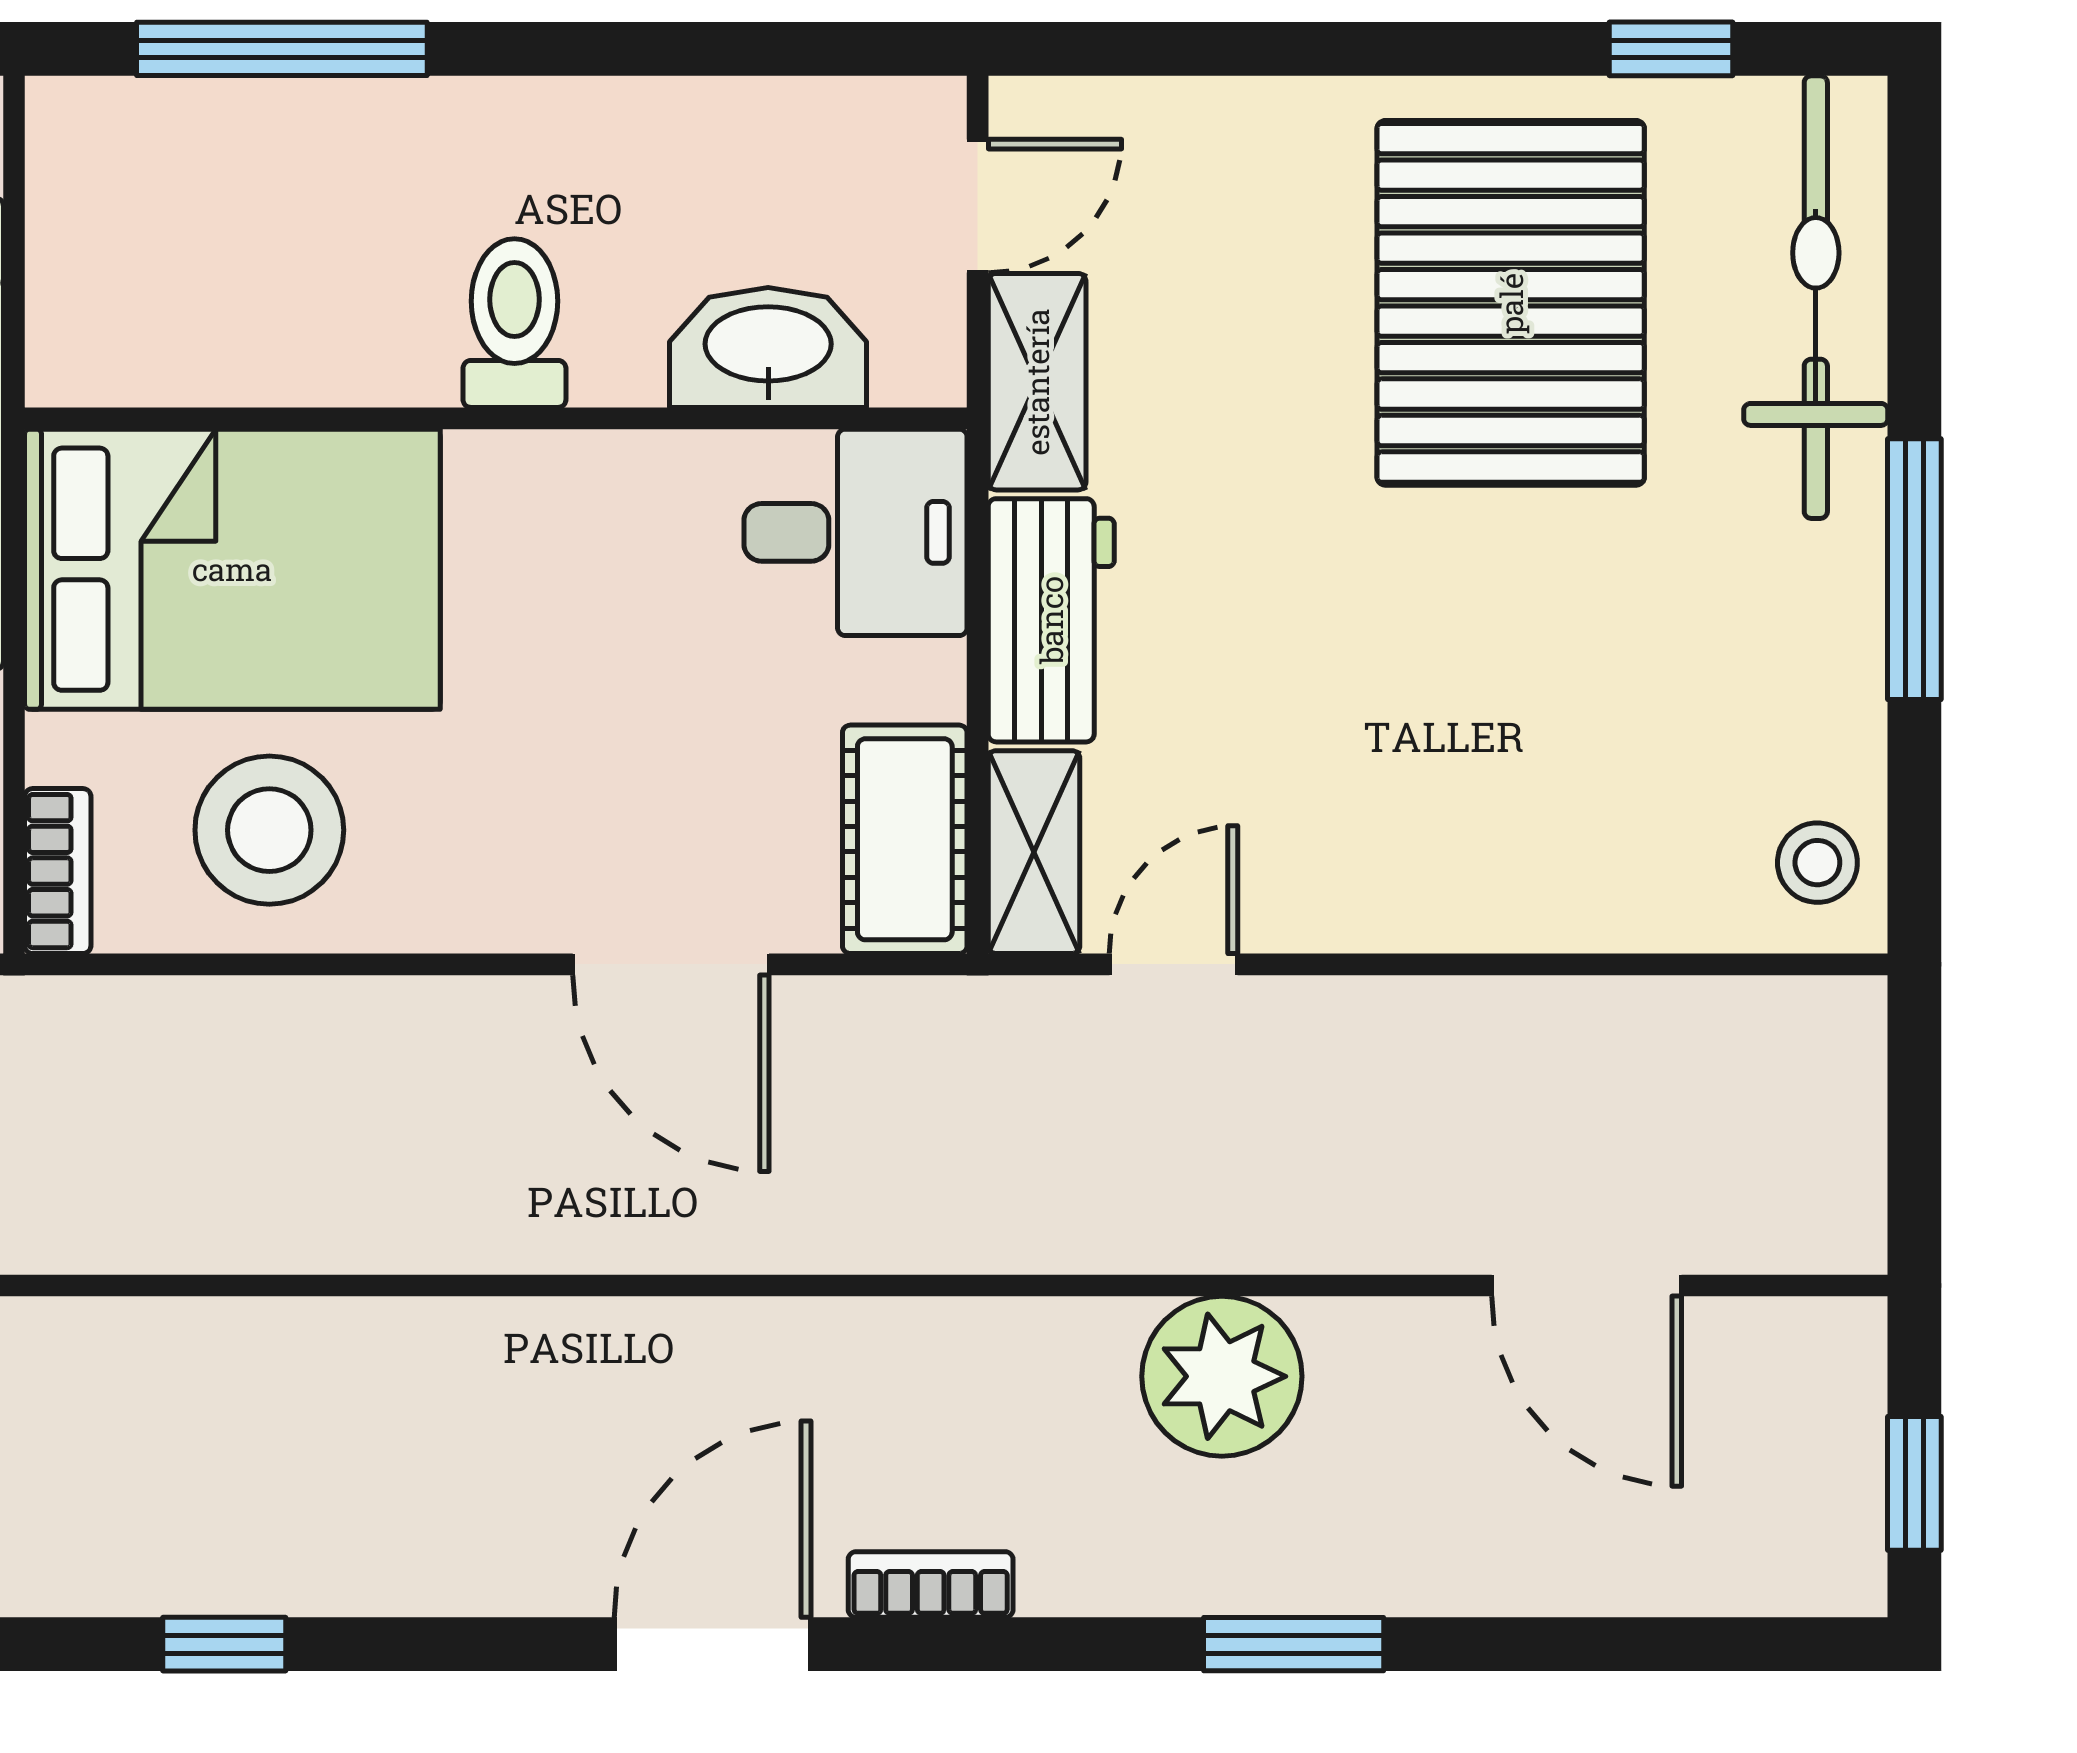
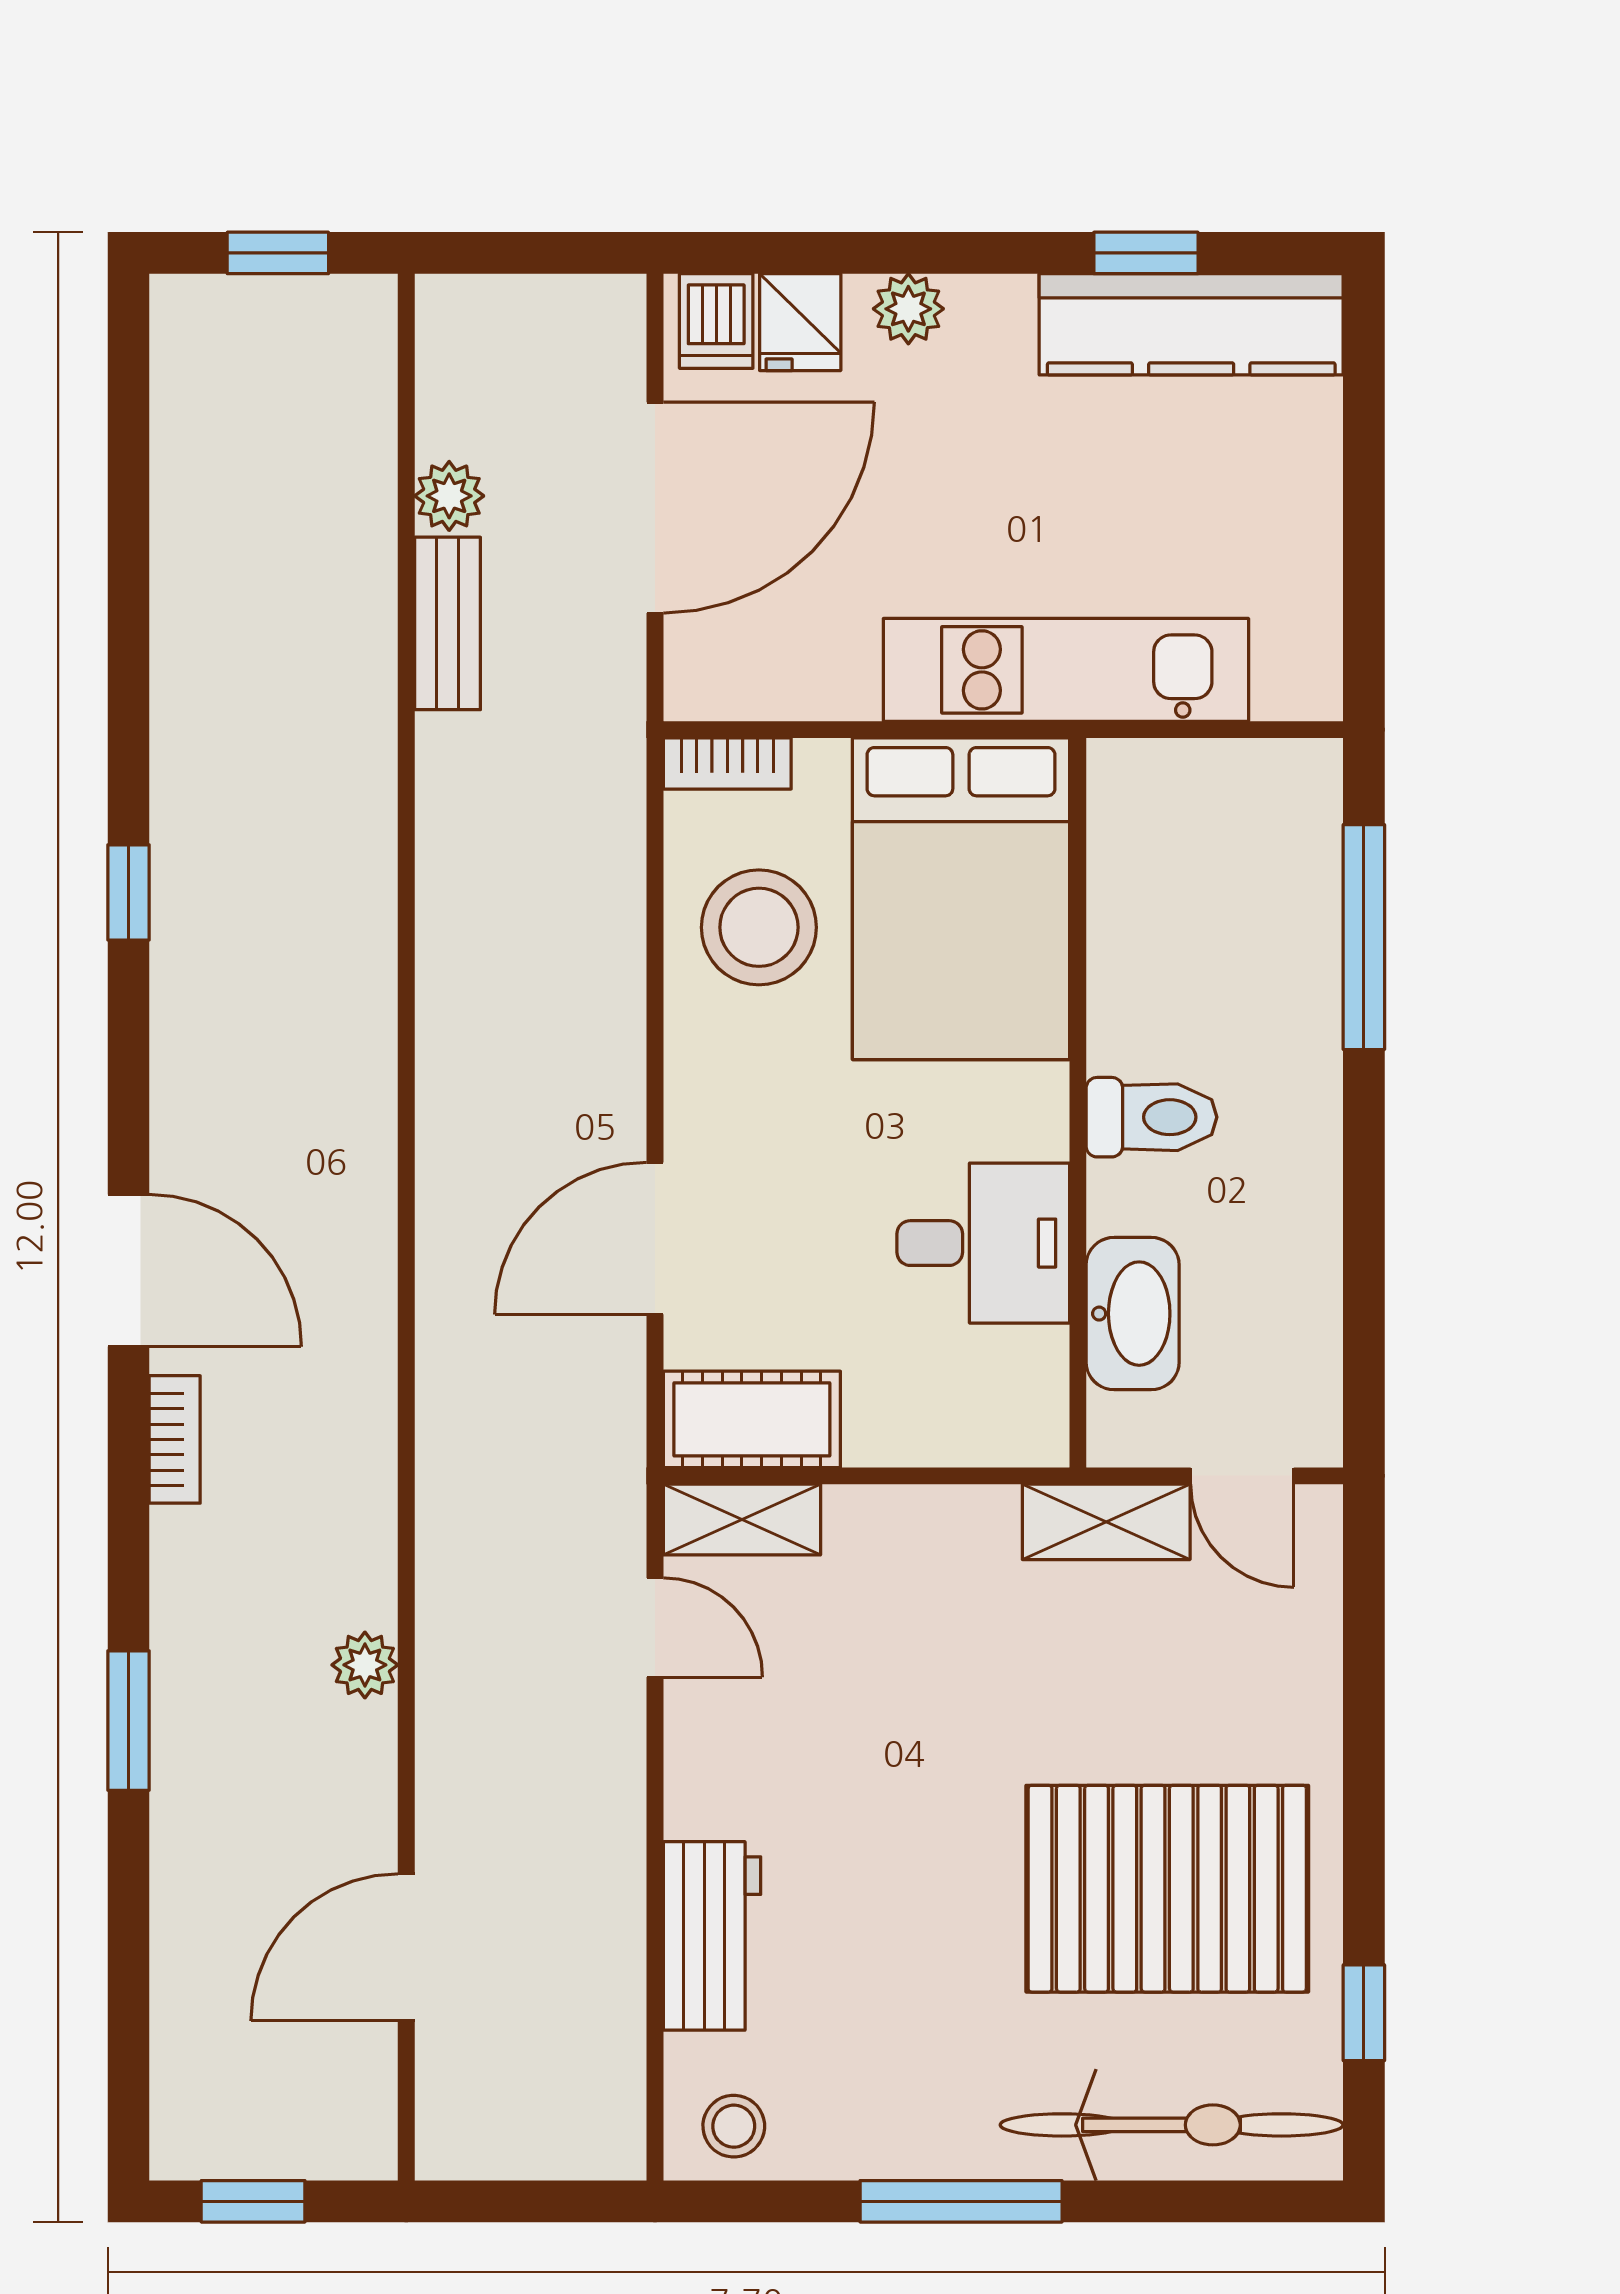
desk: (855, 532) -> (983, 1243), moved, turned -90
workbench: (1051, 620) -> (712, 1936), moved, turned -90
plant: (1222, 1376) -> (365, 1665), width x0.53, depth x0.53

